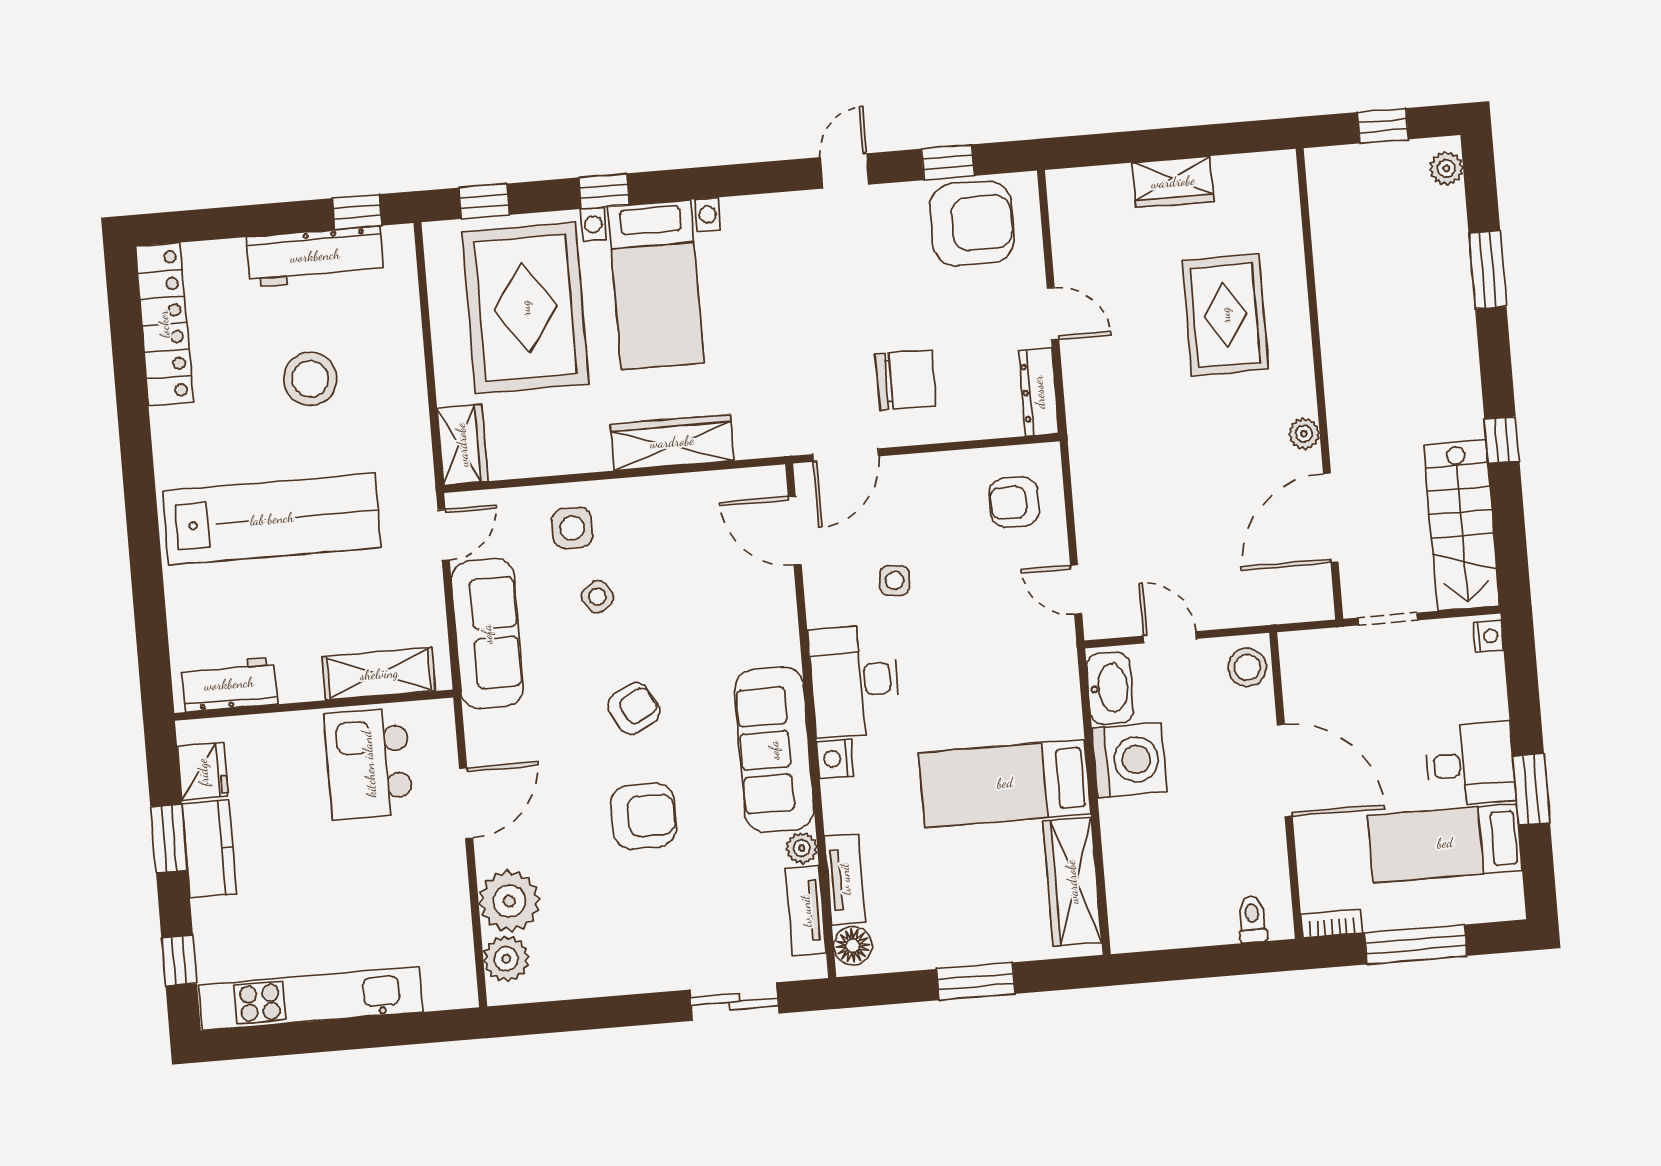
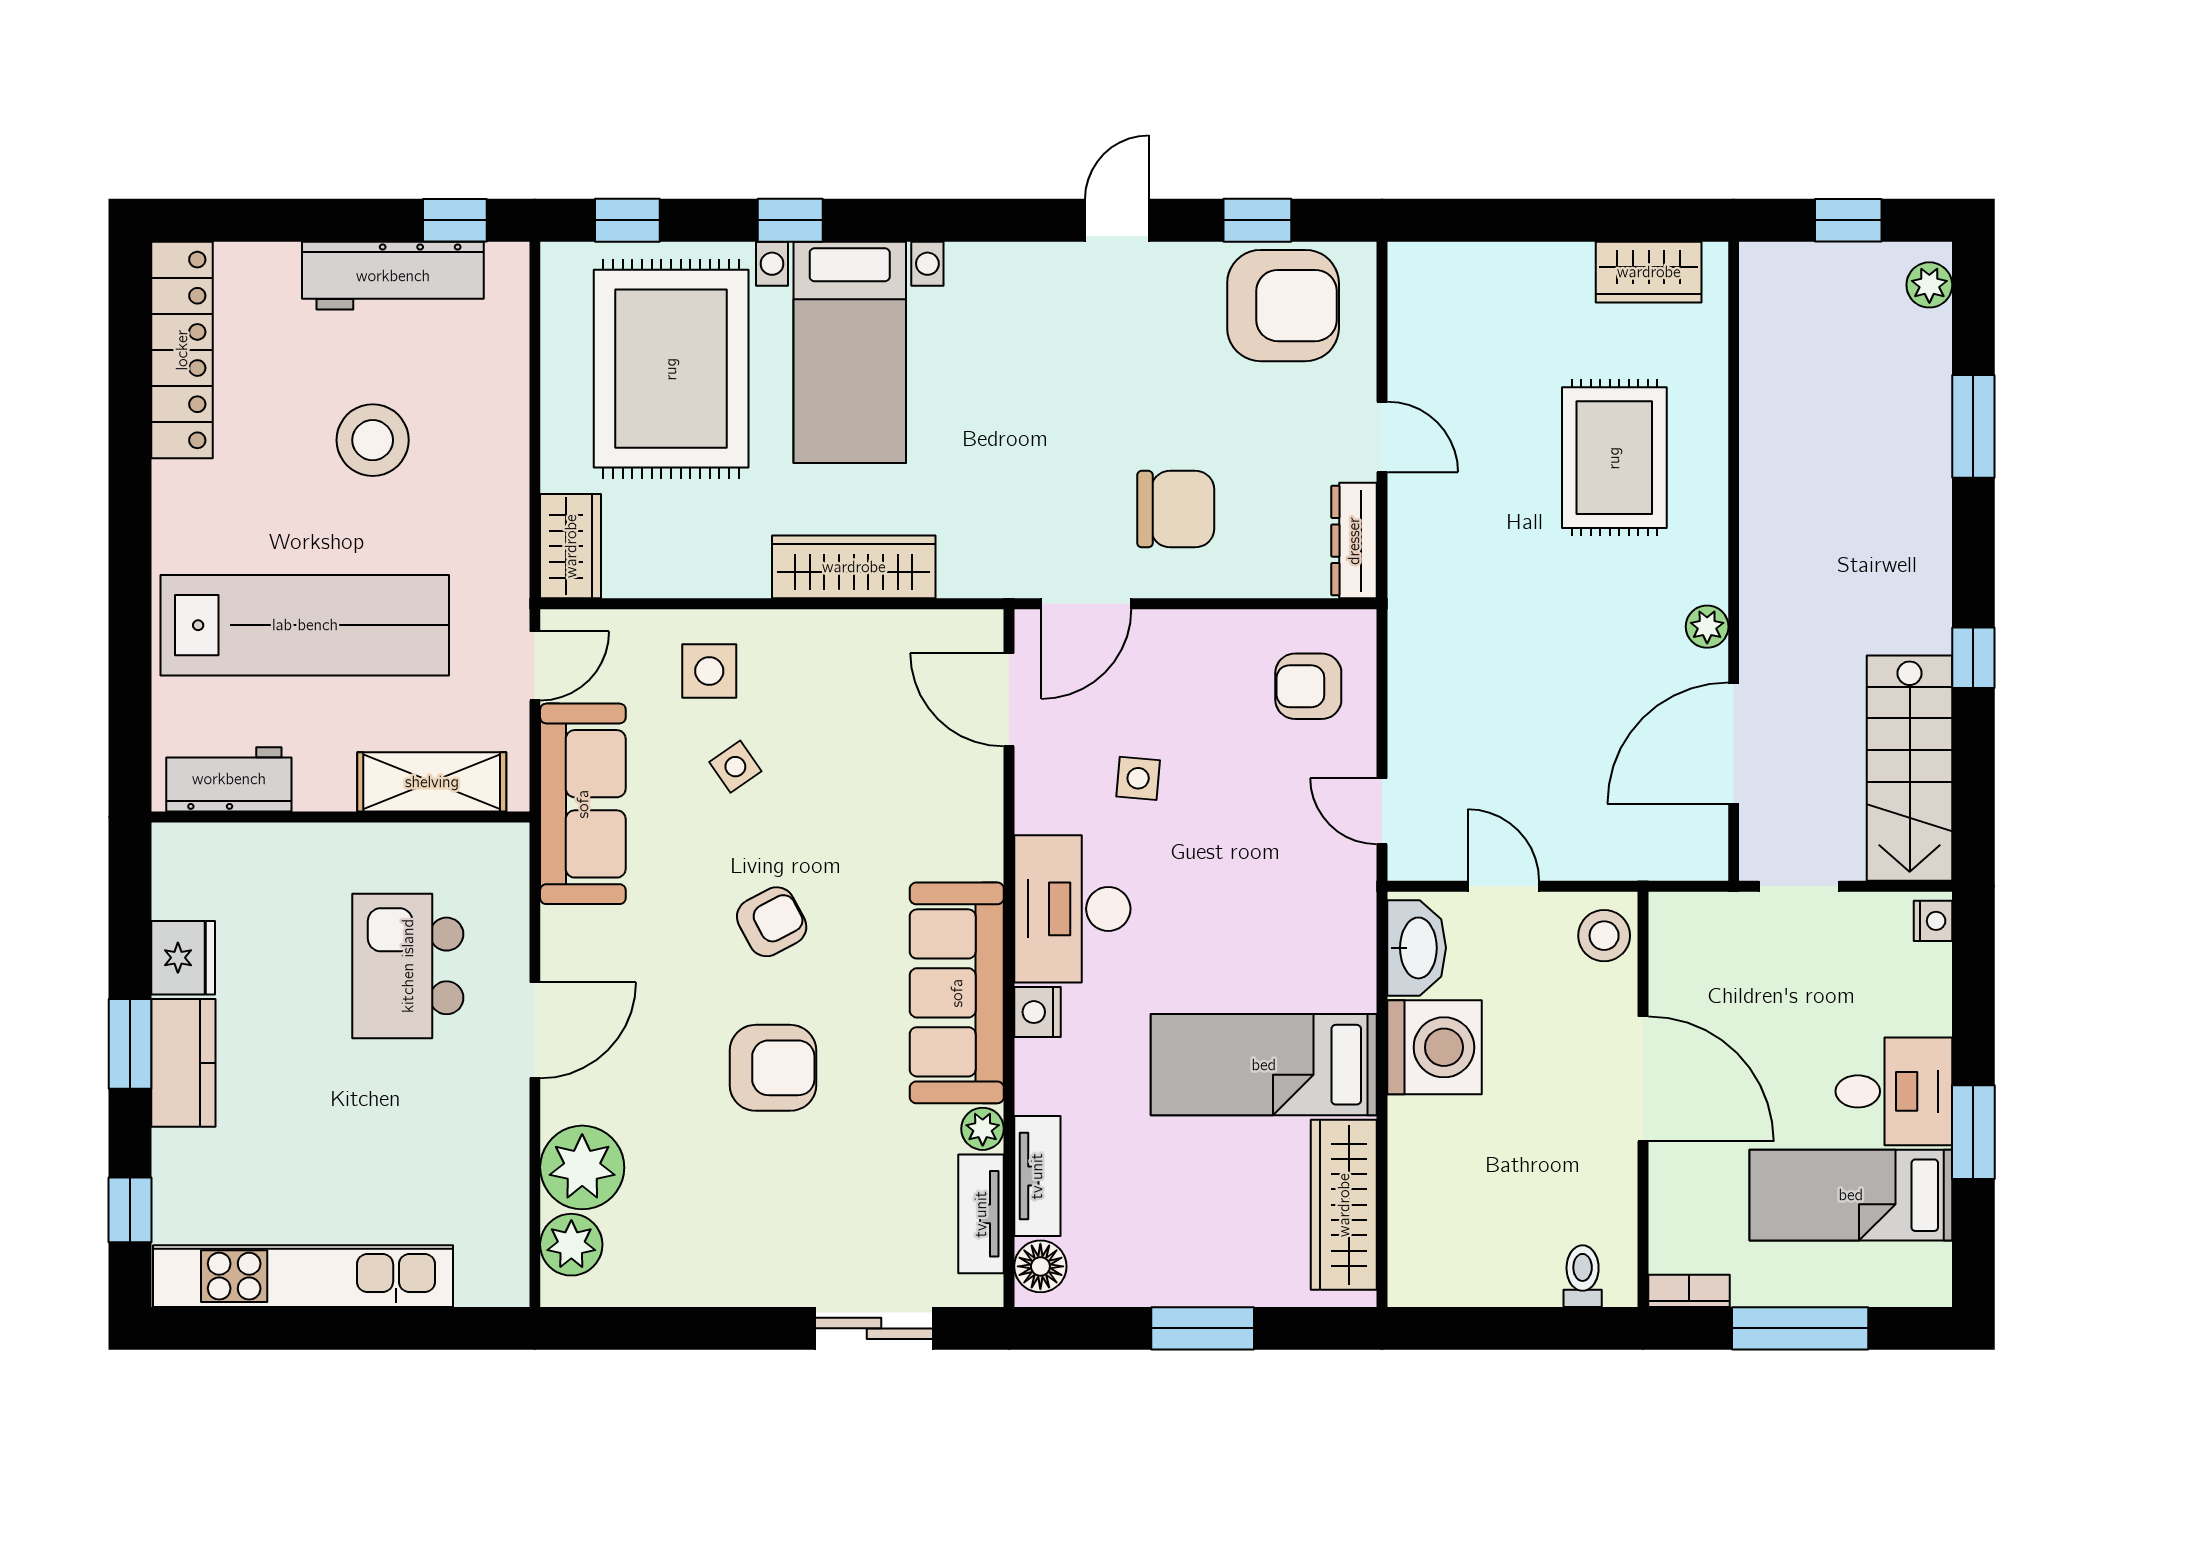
wardrobe: (1173, 182) -> (1649, 272), moved
shelving: (379, 674) -> (432, 782), moved
workbench: (229, 684) -> (229, 779), moved
wall: (314, 705) -> (340, 817), moved

